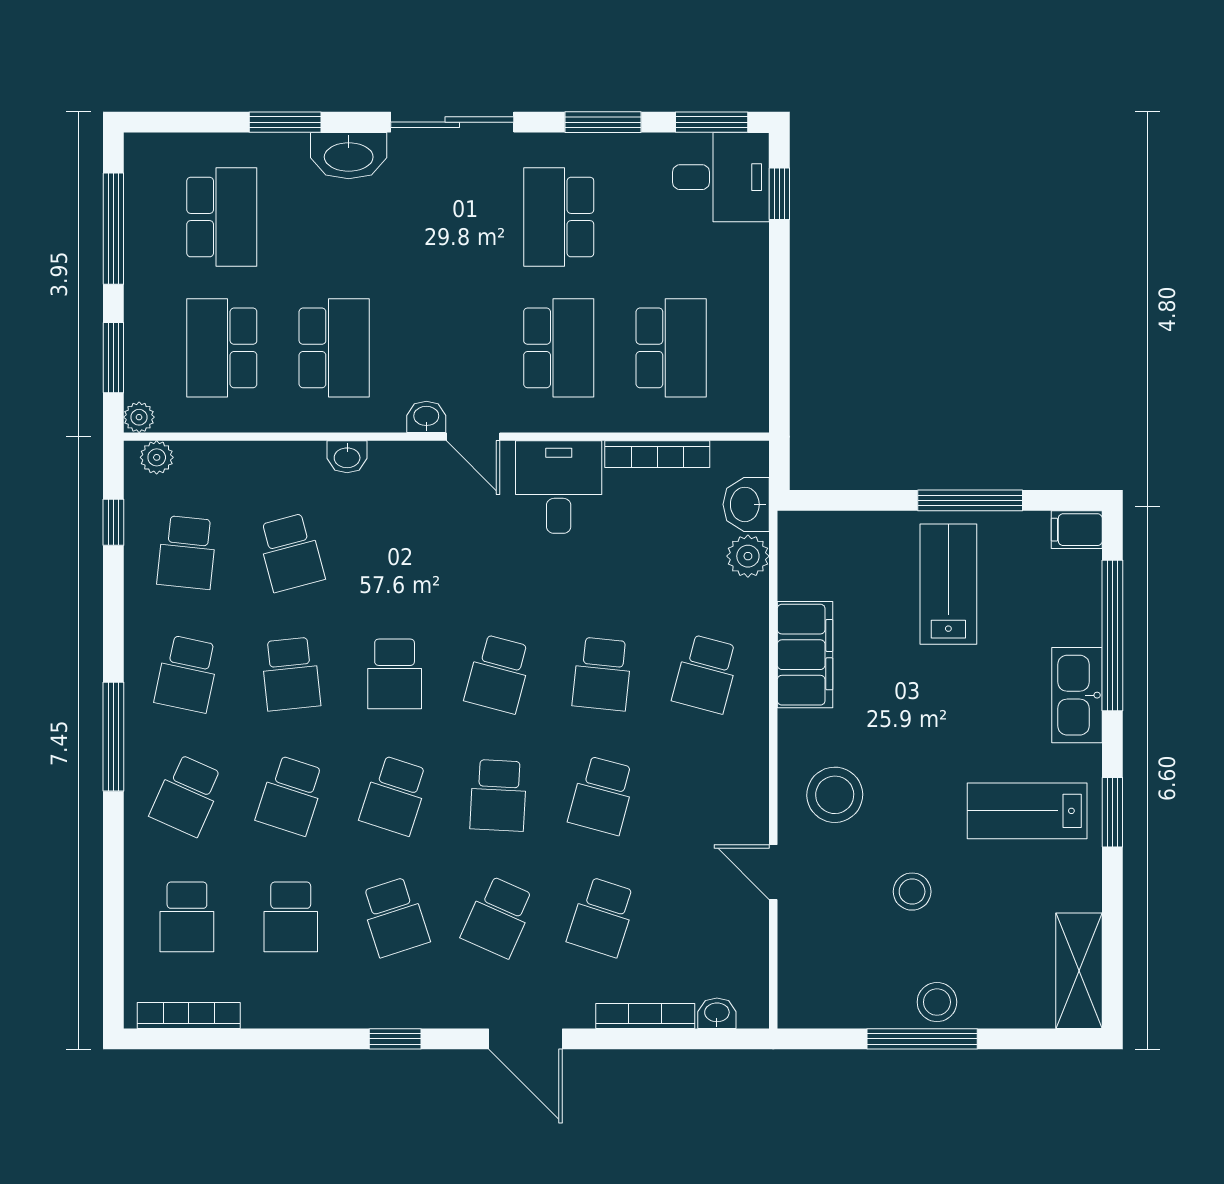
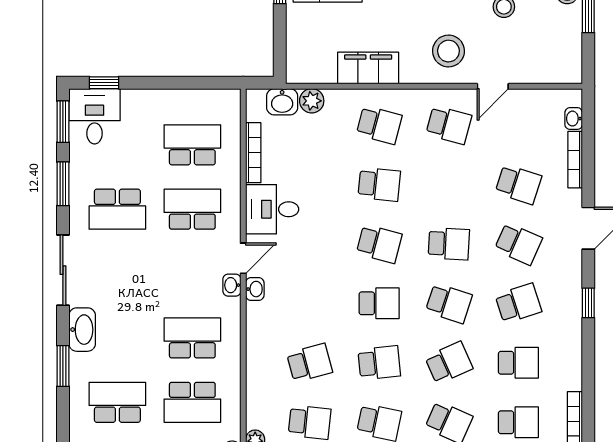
washbasin: (347, 457) -> (255, 289), moved
school desk: (291, 795) -> (449, 363), turned -42
school desk: (602, 795) -> (449, 125), moved

